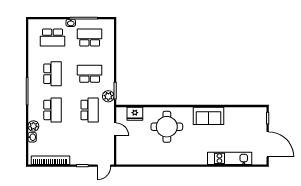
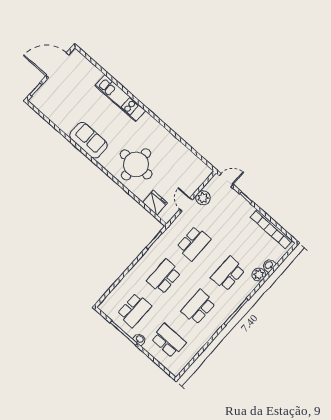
school desk: (90, 38) -> (134, 310), turned -90
school desk: (90, 74) -> (164, 277), turned 90
plant: (108, 96) -> (203, 198), moved
school desk: (90, 110) -> (194, 243), turned 180
door: (268, 144) -> (57, 65), hinge flipped
kitchen unit: (230, 158) -> (120, 98), moved

